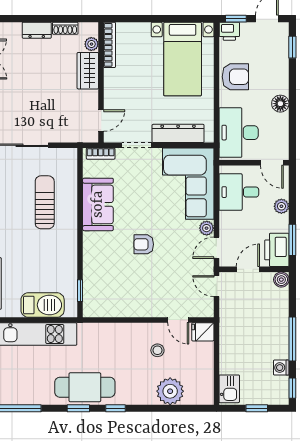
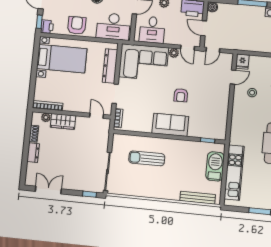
sofa: (98, 204) -> (170, 125), moved

